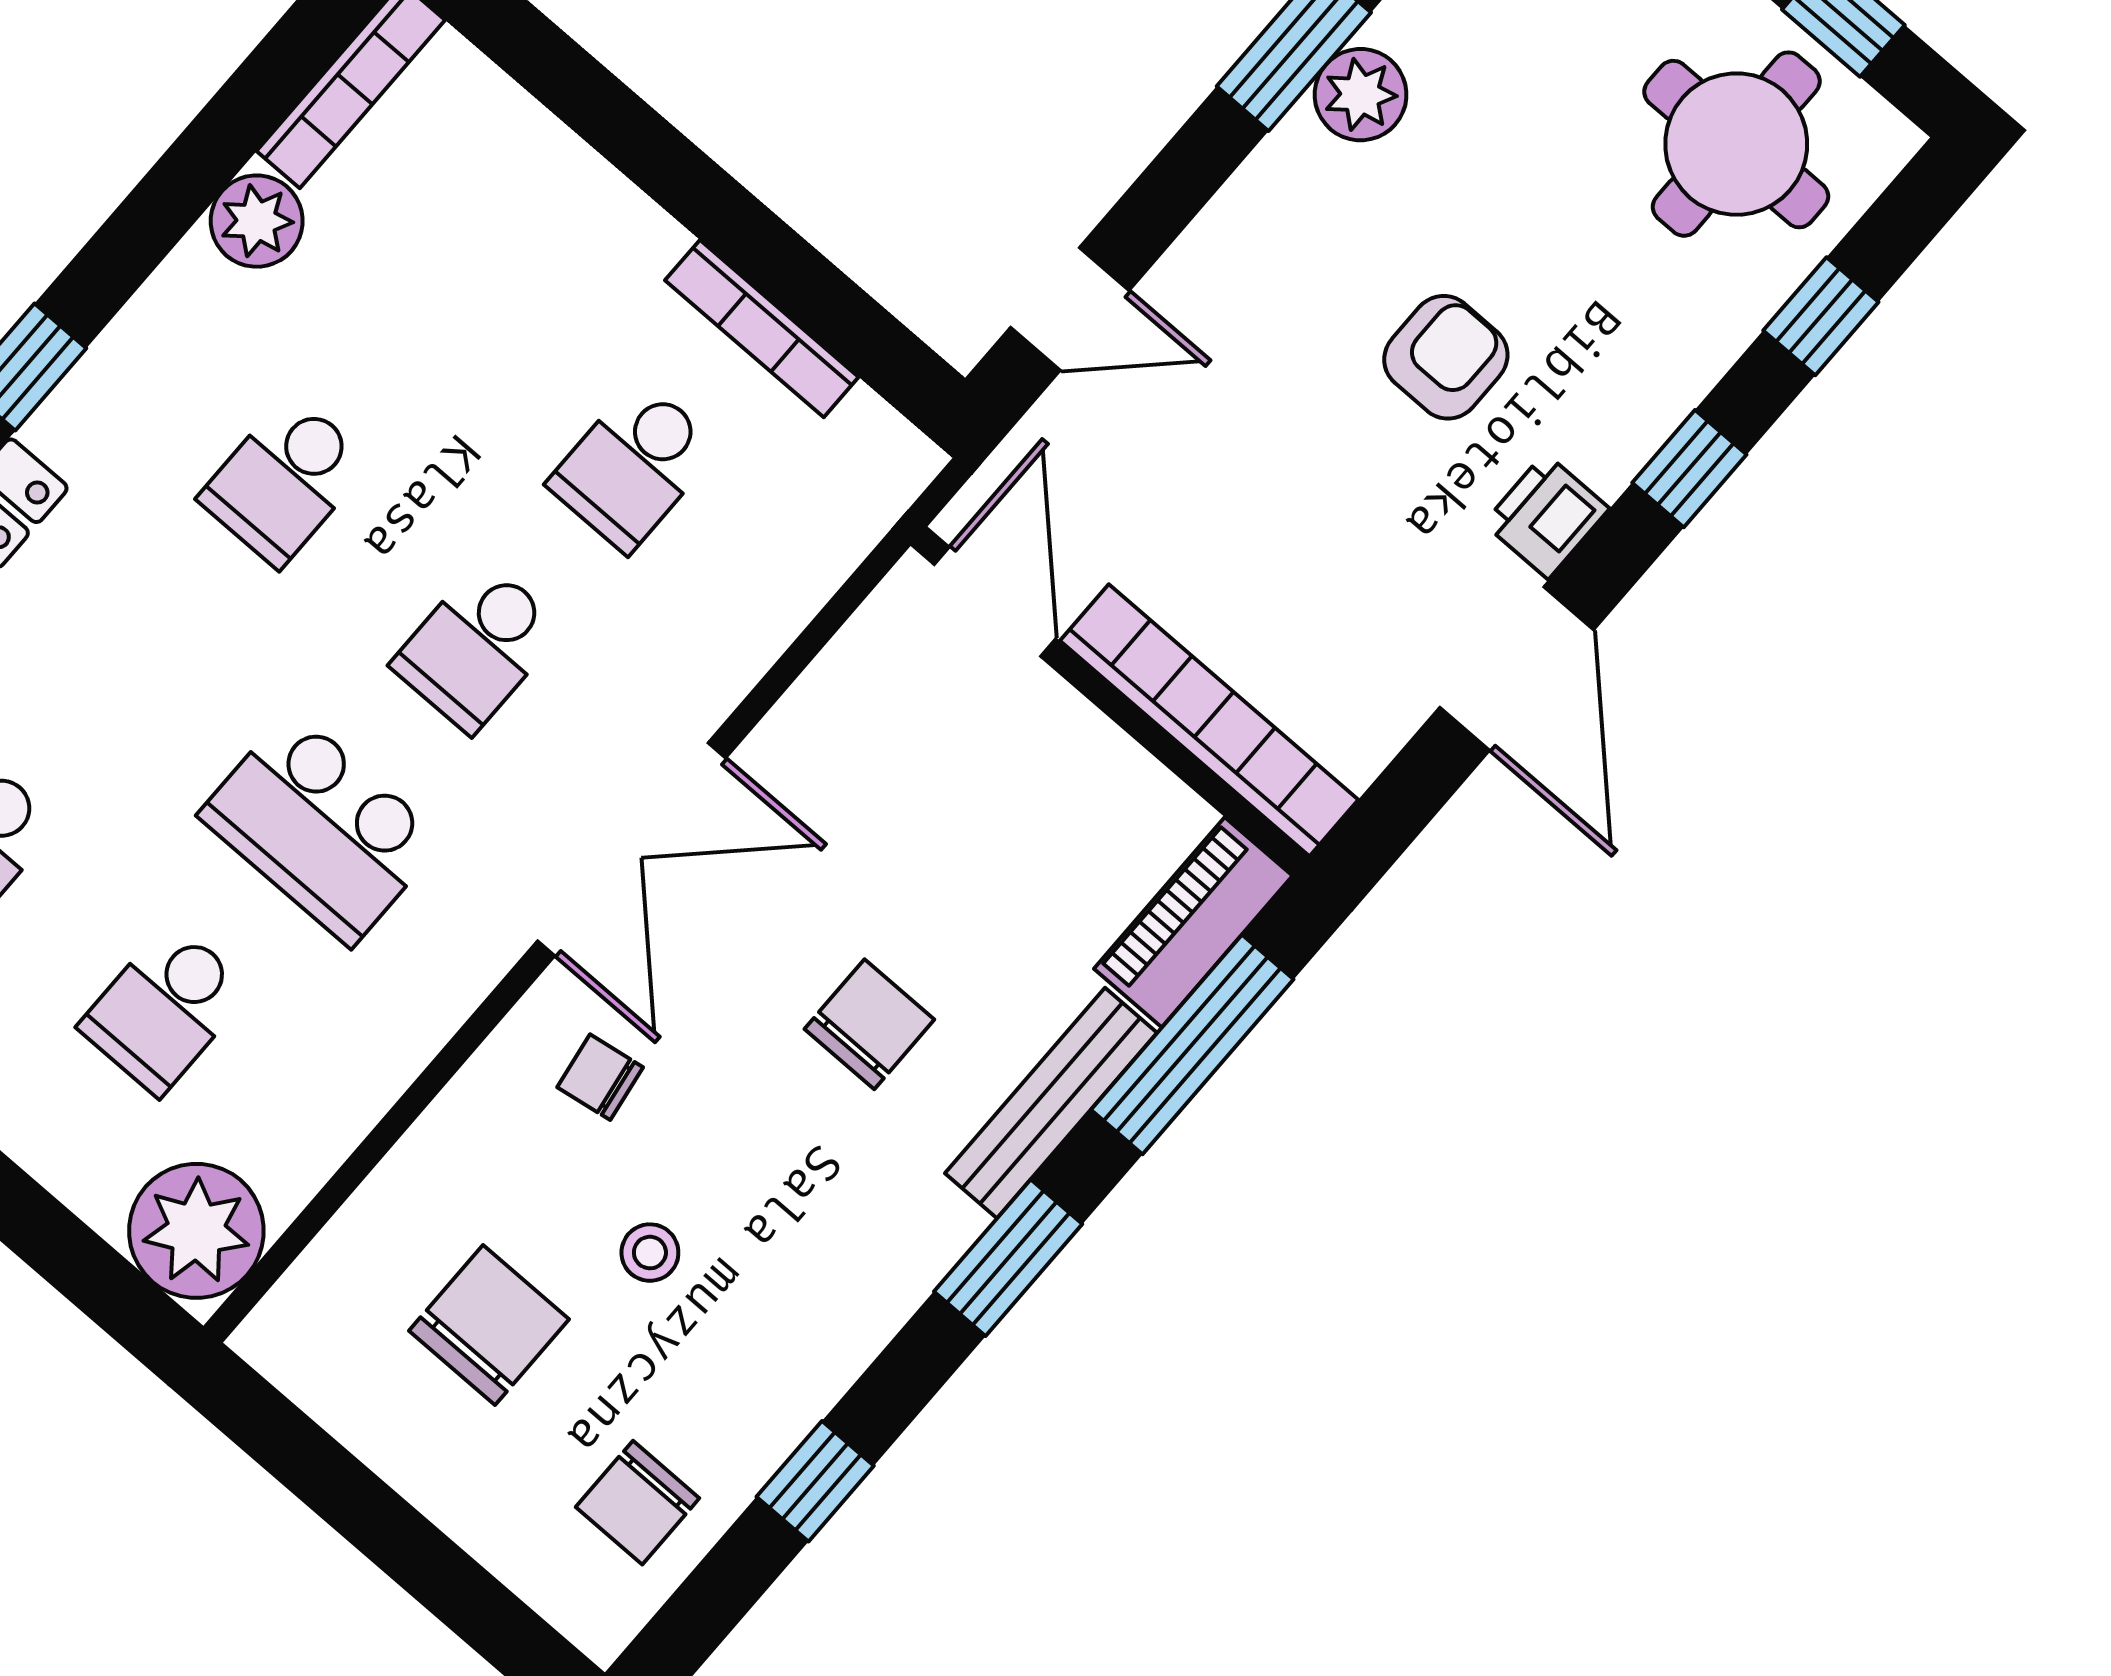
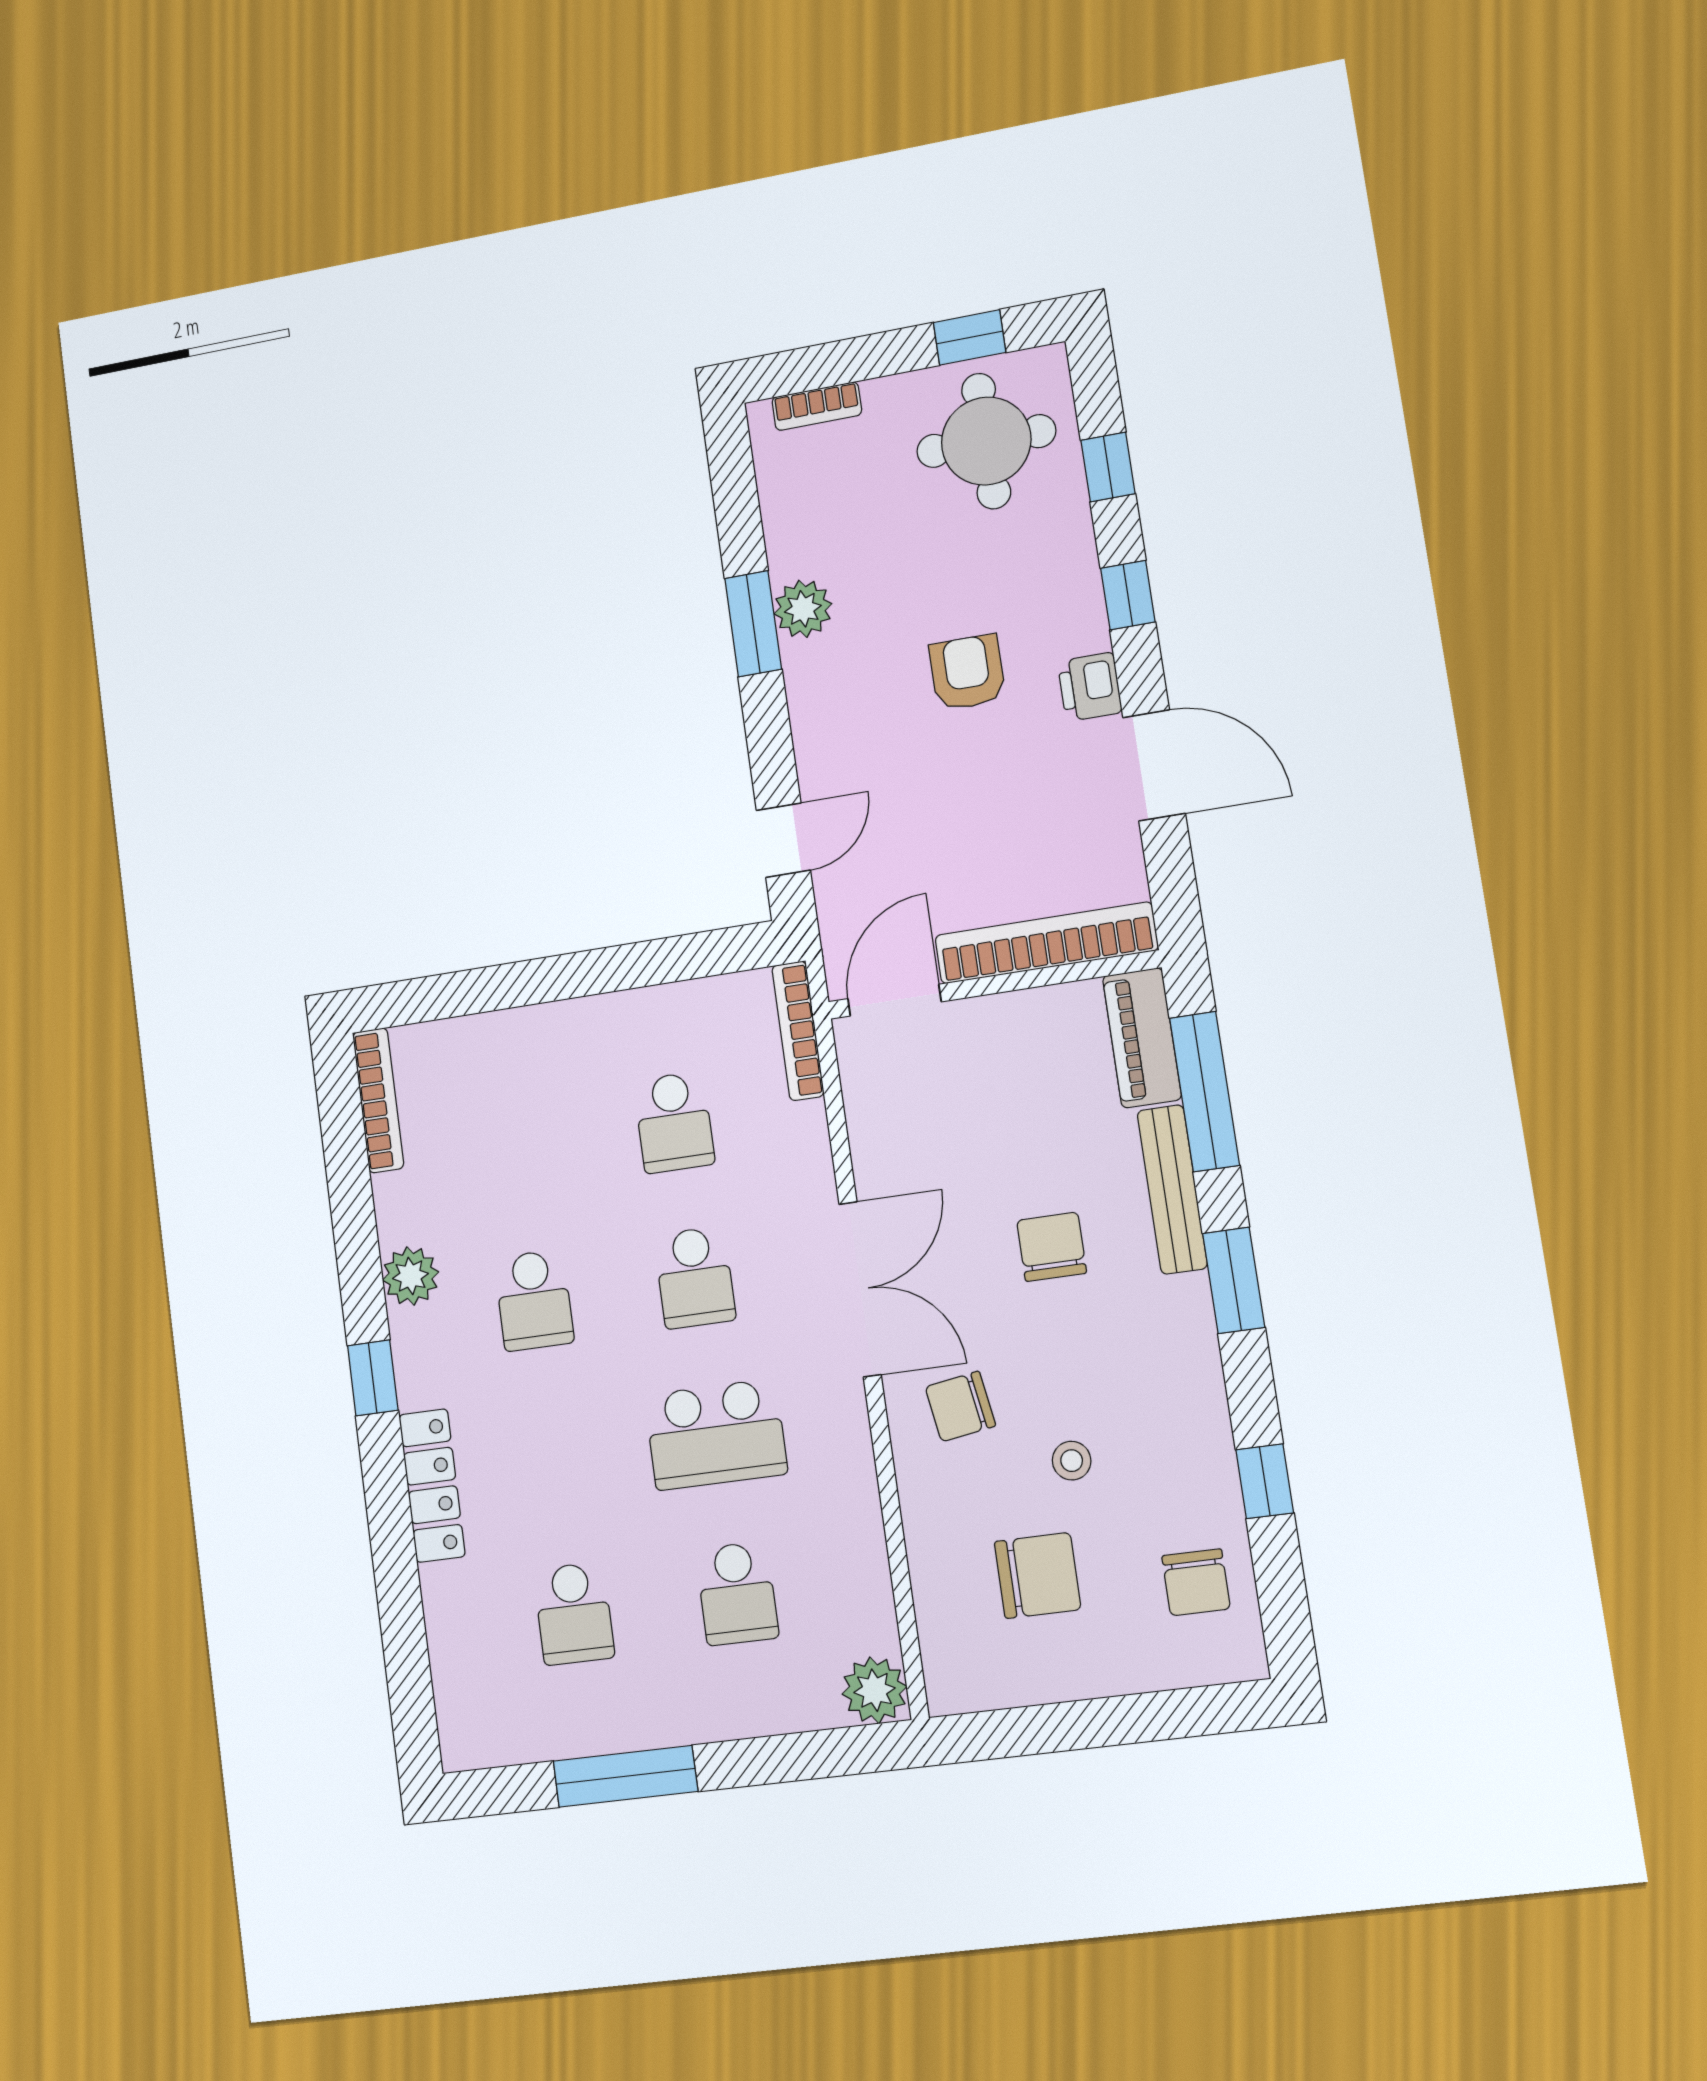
plant: (257, 221) -> (410, 1276), moved
bookcase: (762, 329) -> (798, 1031), moved, turned 90
door: (995, 602) -> (894, 1000), hinge flipped
chair: (600, 1077) -> (960, 1406), width x1.37, depth x1.37
plant: (196, 1231) -> (874, 1690), width x0.73, depth x0.73
chair: (489, 1325) -> (1038, 1575), turned 90

